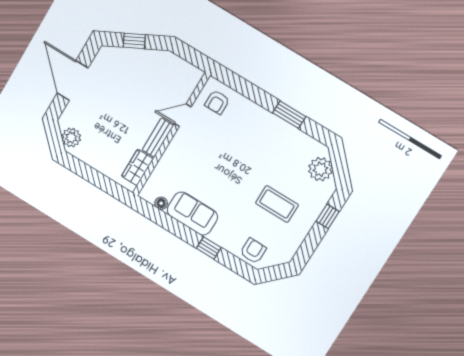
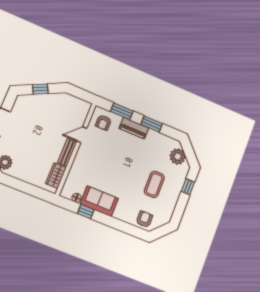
window: (247, 89) -> (122, 111), added
piano: (261, 117) -> (134, 128), added
coffee table: (277, 204) -> (154, 184), turned 90
window: (209, 248) -> (86, 212), moved

